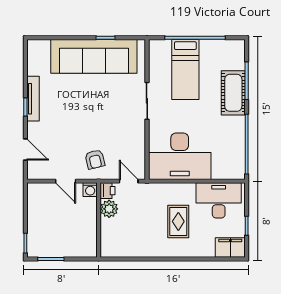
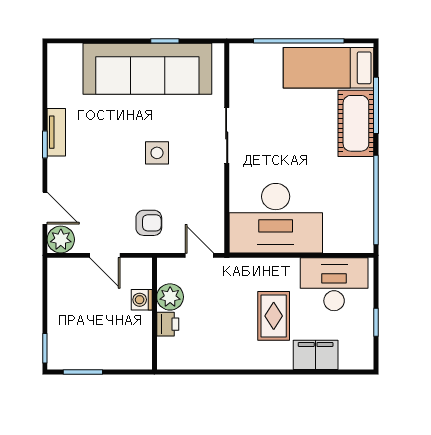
bed: (185, 69) -> (328, 68), moved, turned 90
tv unit: (33, 99) -> (56, 132), width x0.71
side table: (100, 113) -> (157, 153), added
armchair: (95, 159) -> (149, 223), turned -77
plant: (36, 170) -> (61, 240), added
washing machine: (90, 190) -> (142, 300), moved, turned 90
printer: (108, 191) -> (168, 324), moved
filing cabinet: (230, 248) -> (316, 355), moved

